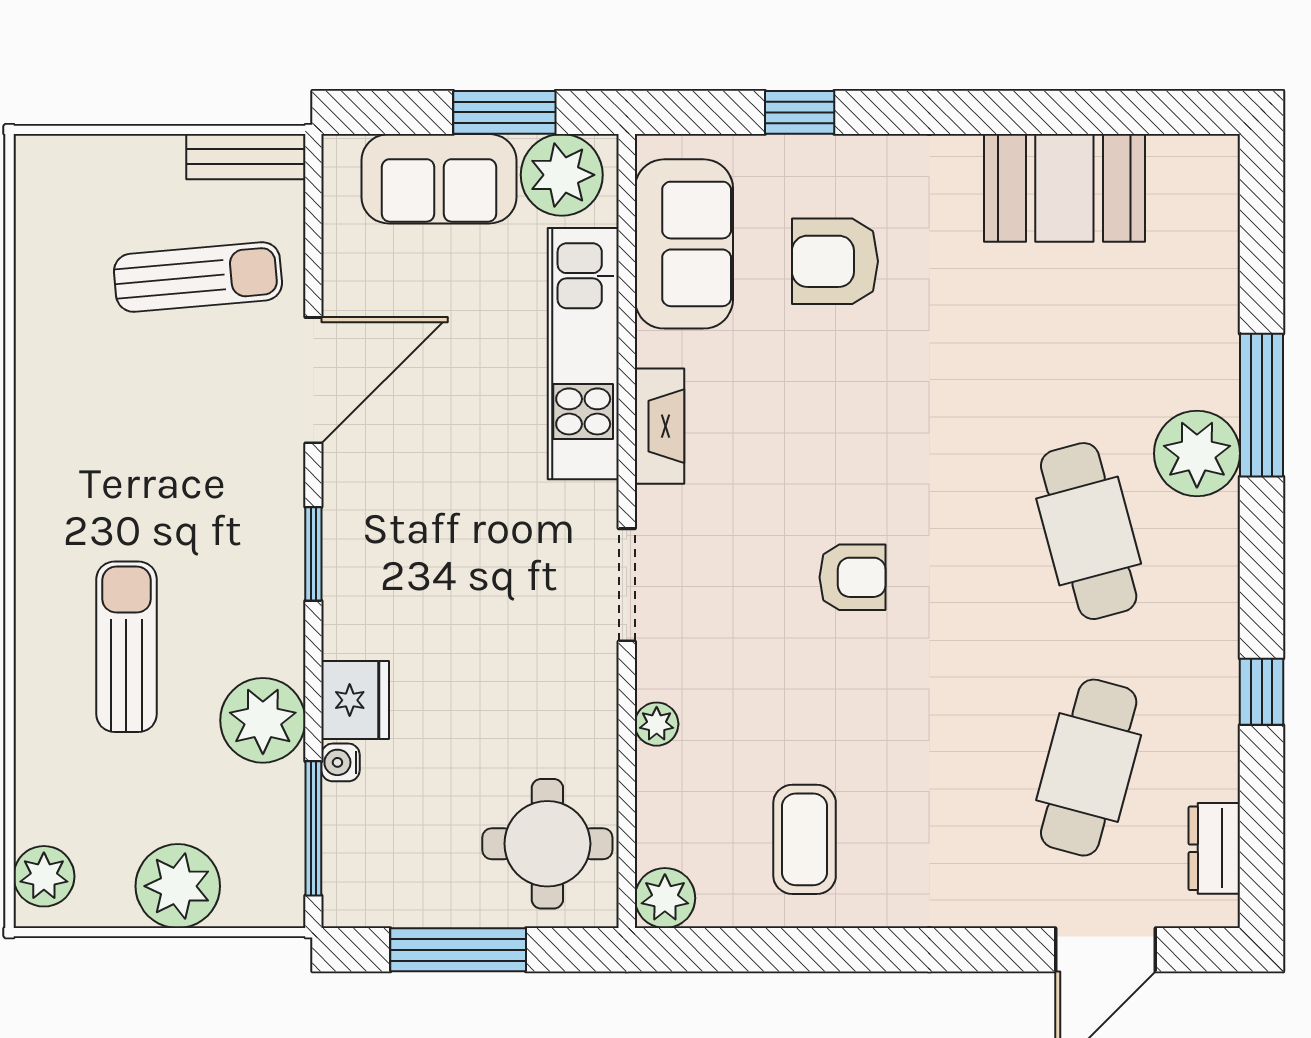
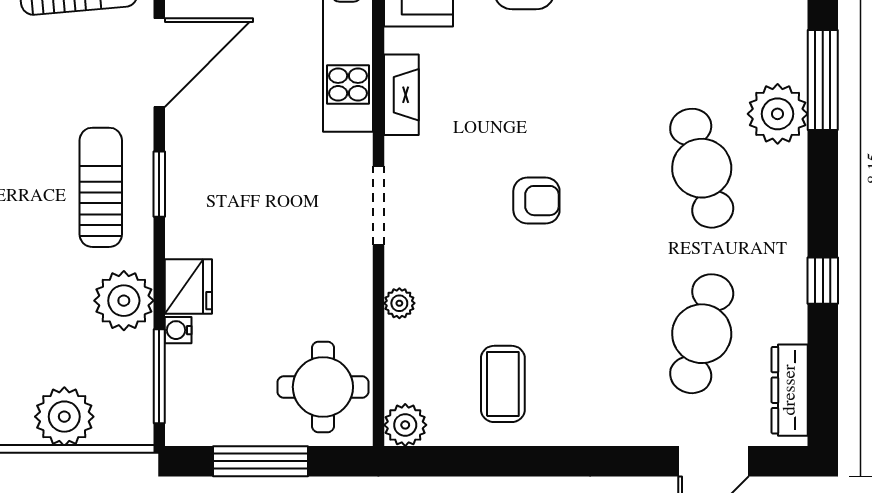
sun lounger: (126, 647) -> (101, 187), moved
dresser: (1214, 848) -> (790, 390), width x1.44

